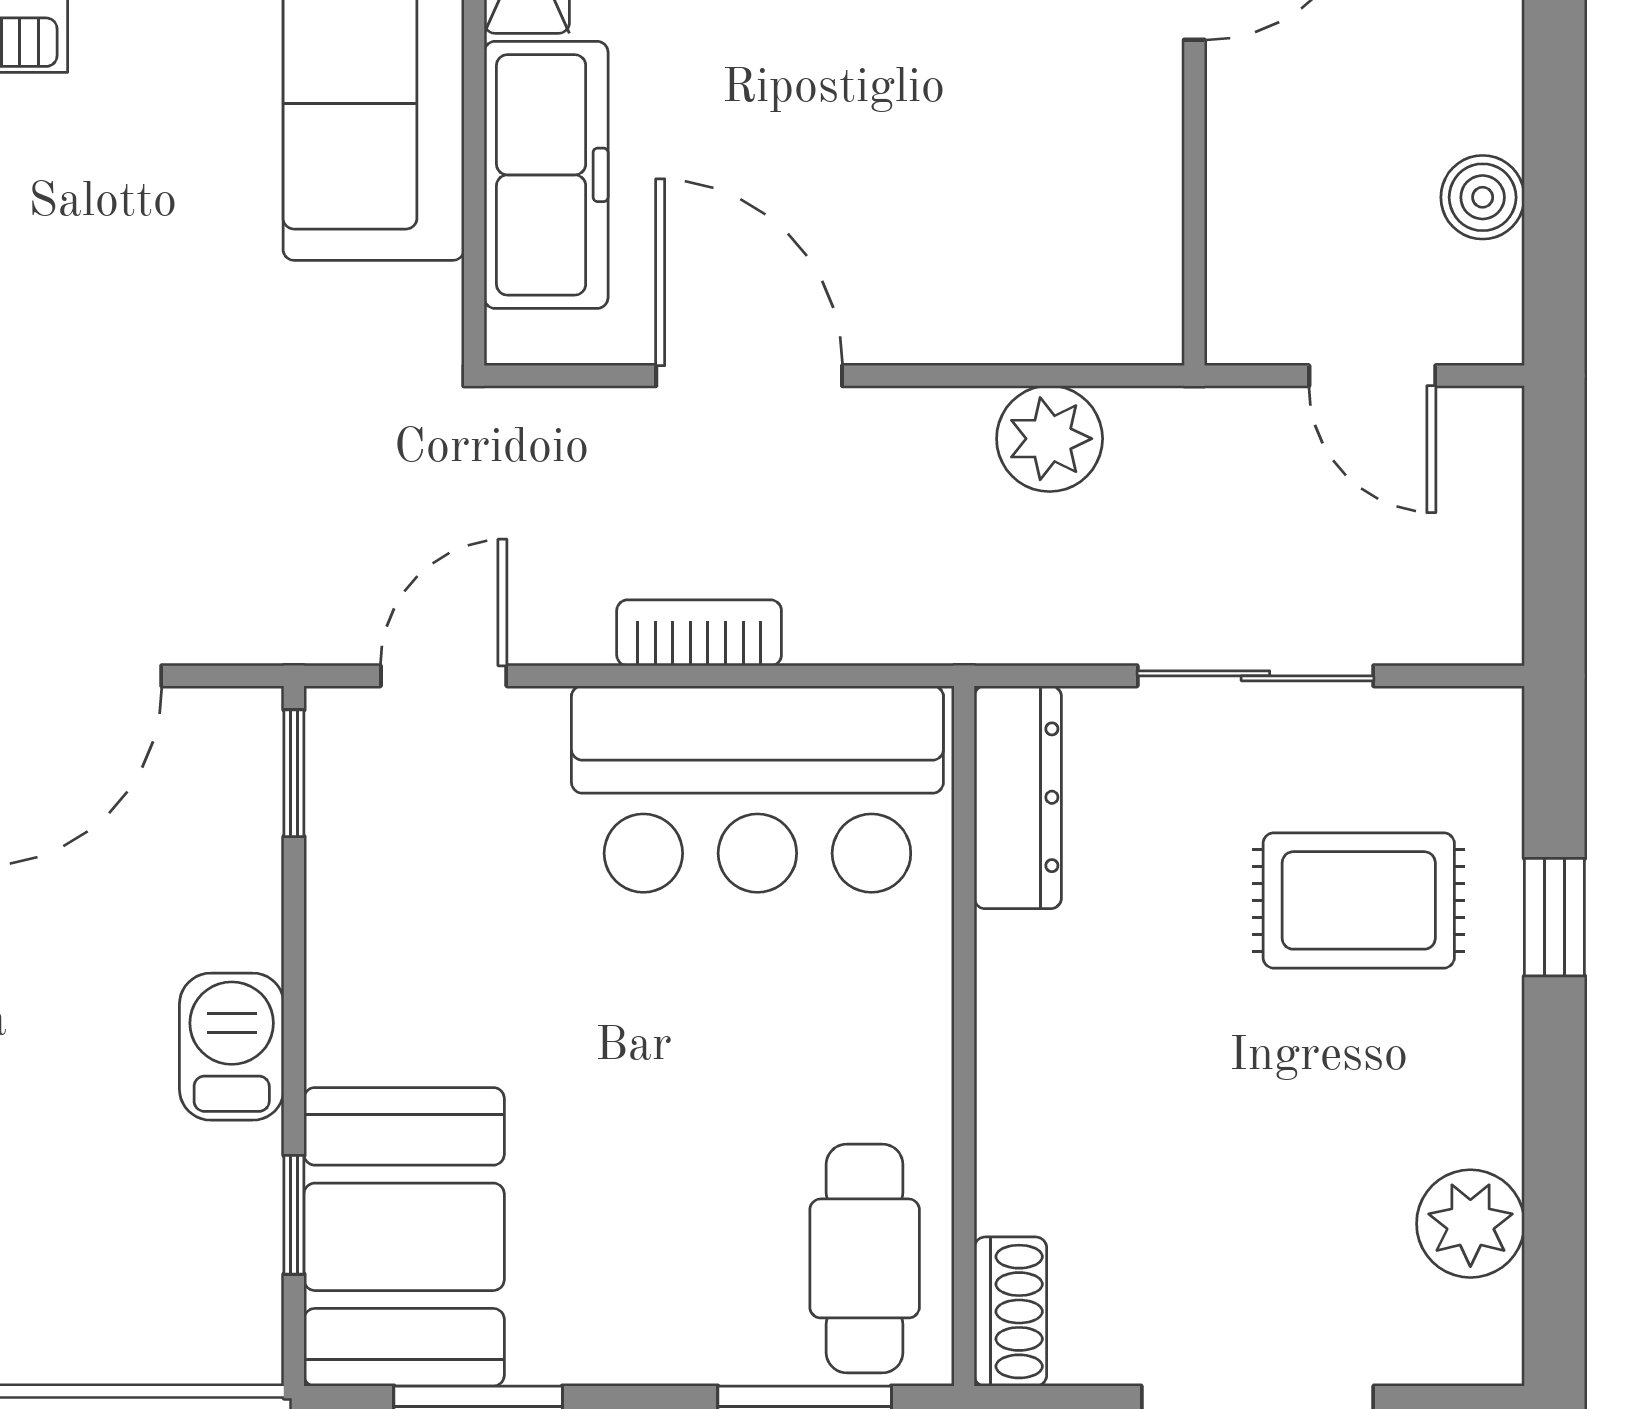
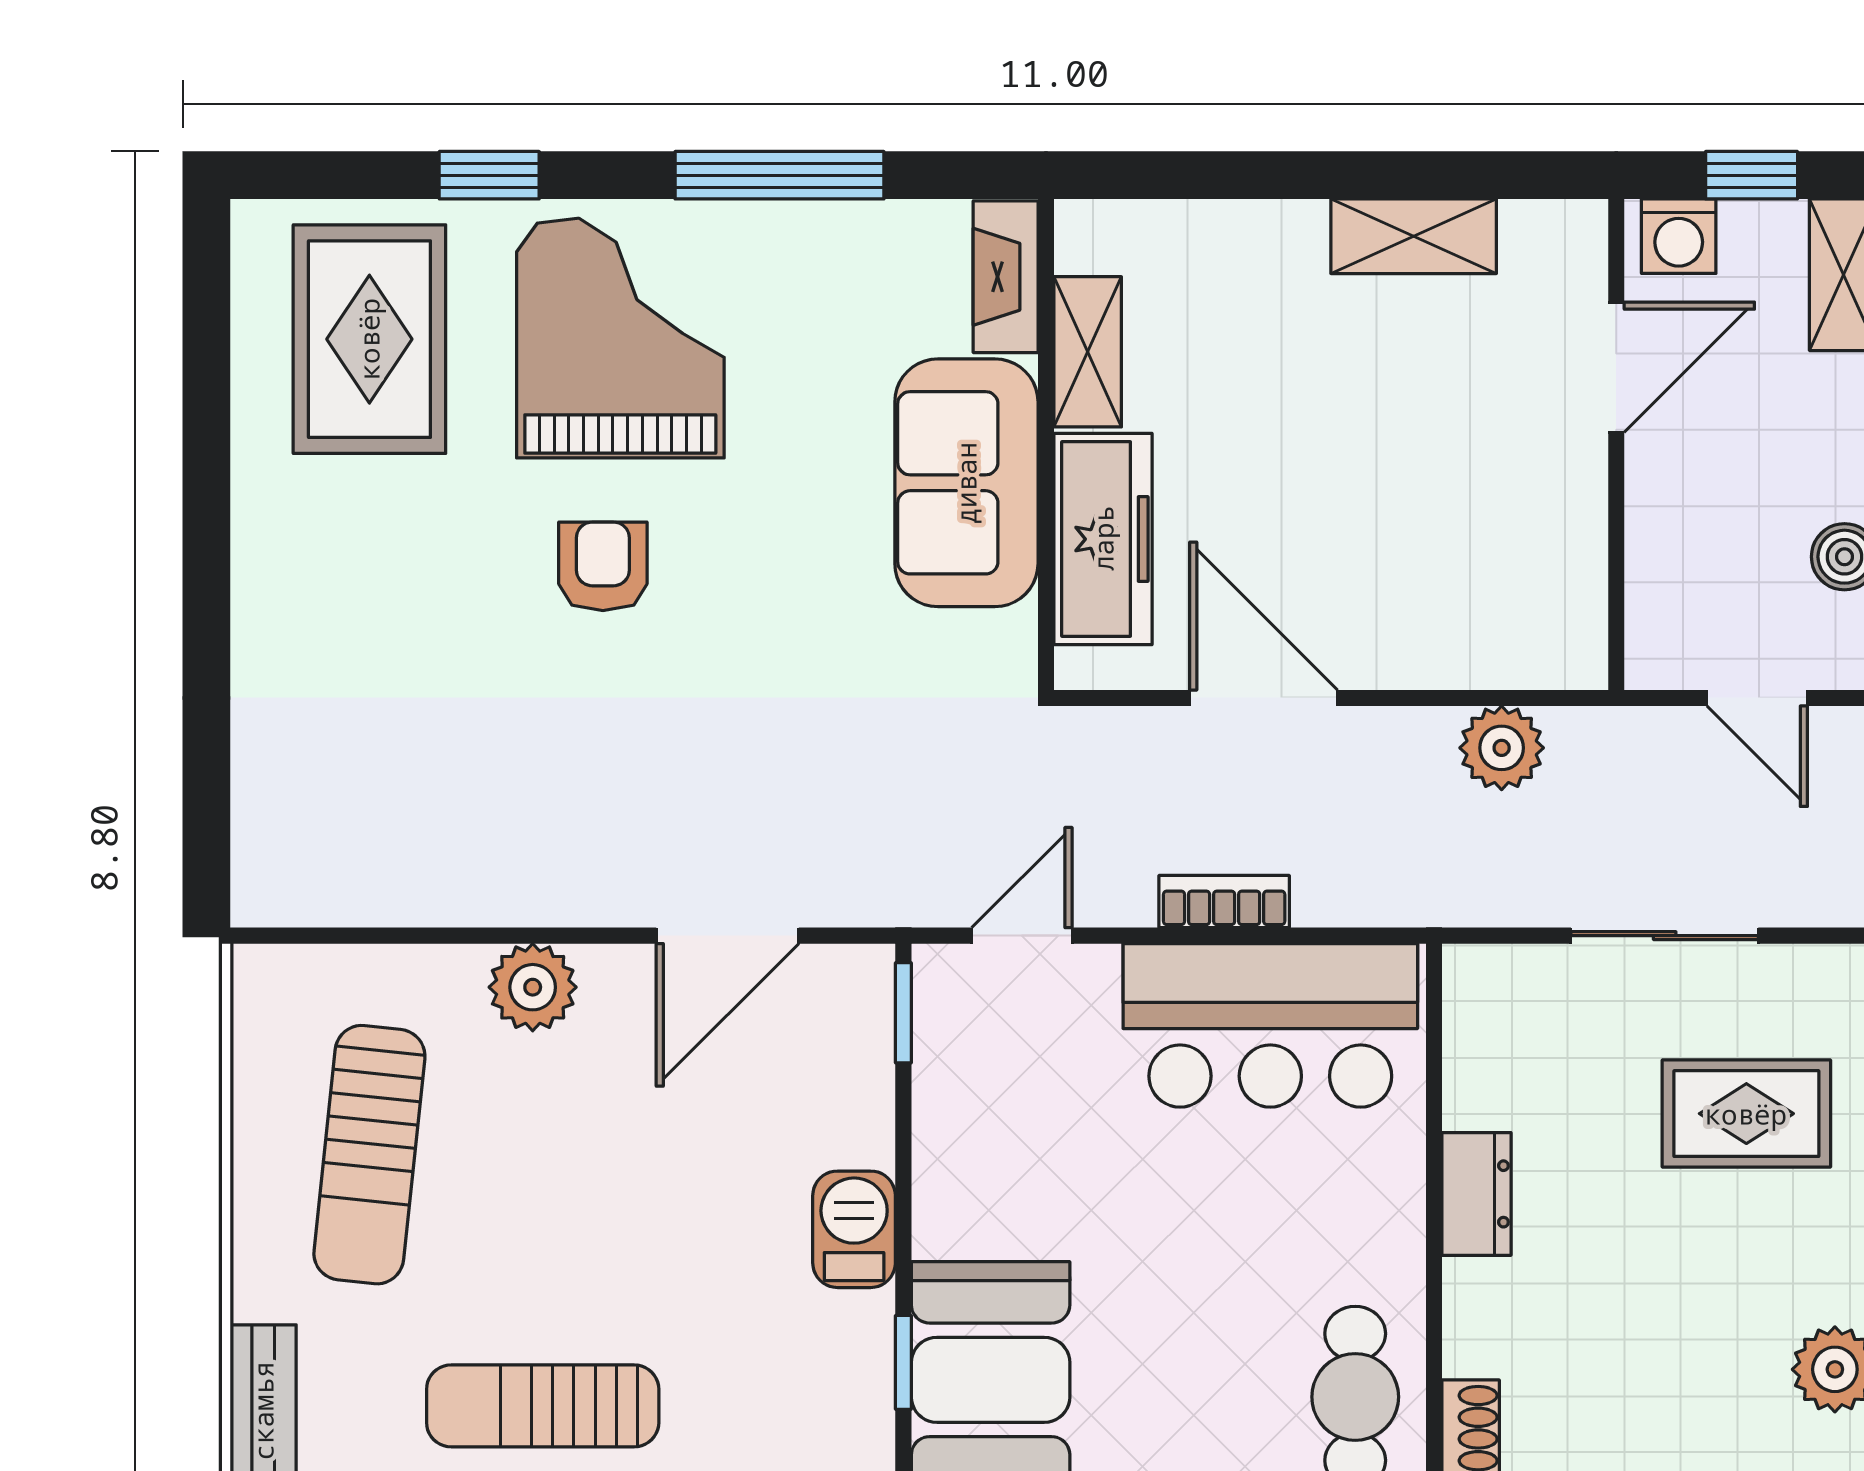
dresser: (1018, 797) -> (1477, 1194), moved, width x0.70

